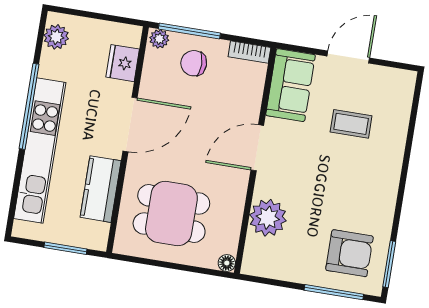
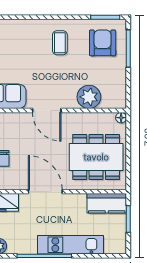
coffee table: (351, 124) -> (60, 43), moved
kitchen unit: (40, 150) -> (70, 245), width x0.73
kitchen counter: (101, 189) -> (107, 203), moved
dining table: (171, 214) -> (96, 157), width x1.38

